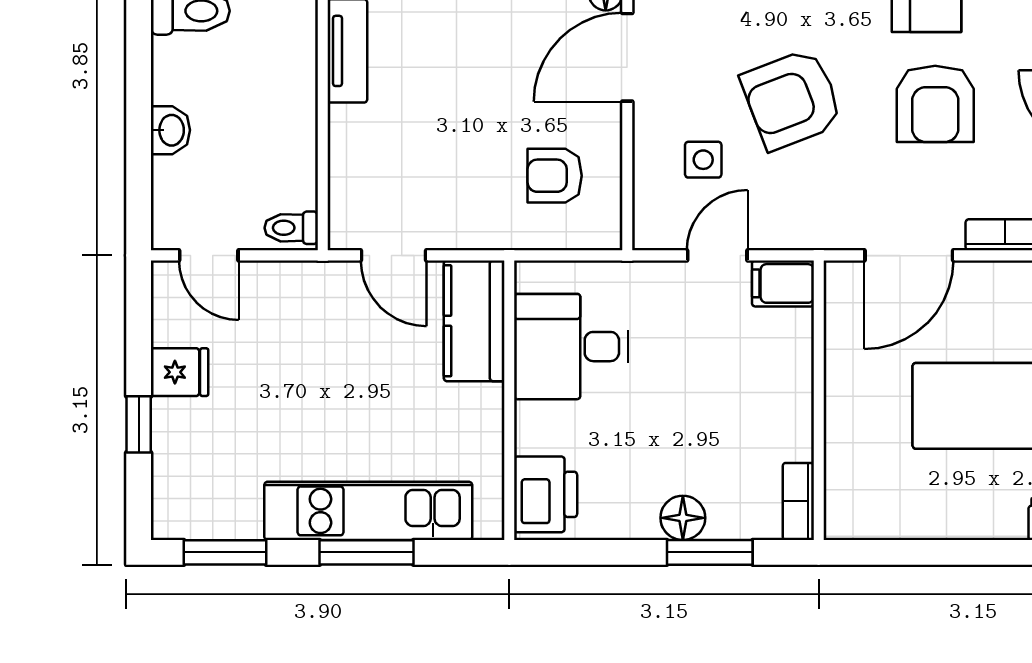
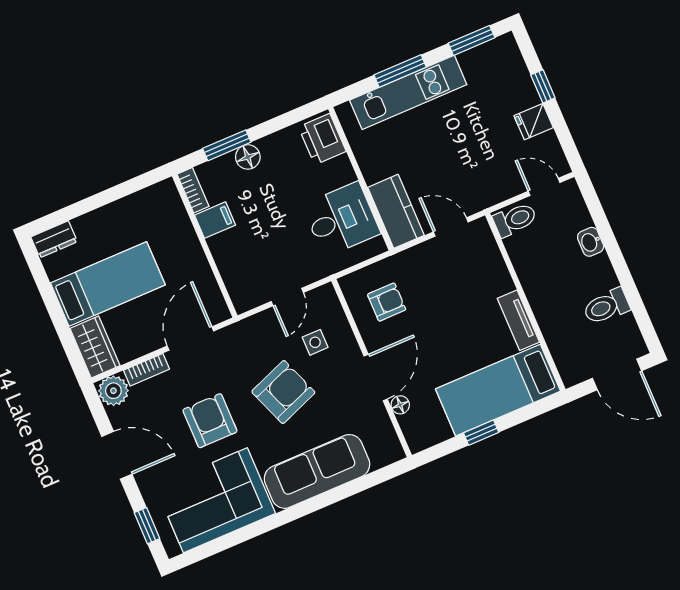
toilet: (291, 228) -> (515, 220), width x1.37, depth x1.39
filing cabinet: (783, 283) -> (215, 220), moved

